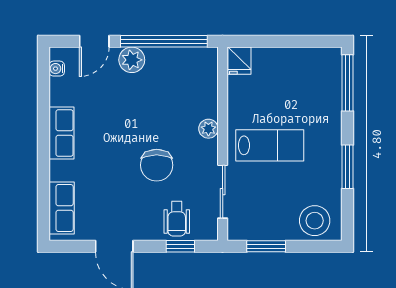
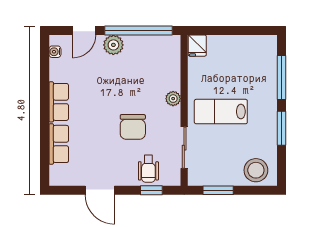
window: (348, 83) -> (282, 77), moved
lab bench: (270, 145) -> (221, 112), turned 180
row of seats: (62, 208) -> (59, 144), moved

